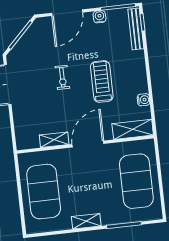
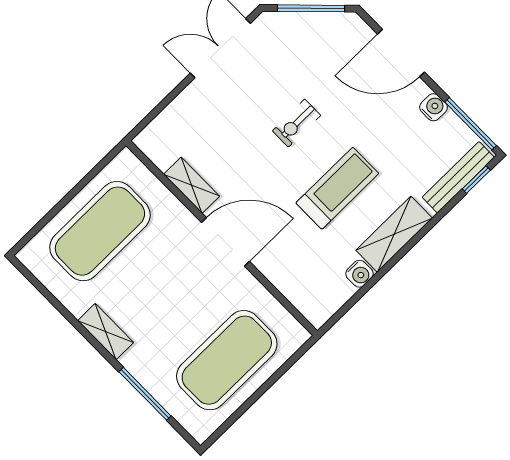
shelving: (133, 129) -> (394, 234), moved, turned 90

